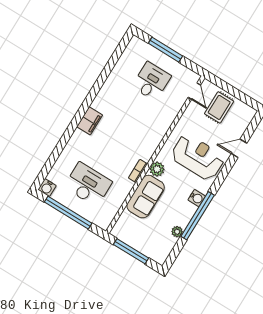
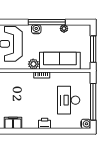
filing cabinet: (90, 121) -> (13, 123), moved
printer: (78, 139) -> (45, 123), added
sofa: (146, 197) -> (60, 61), width x1.36

